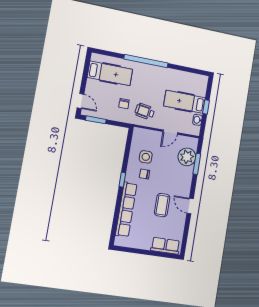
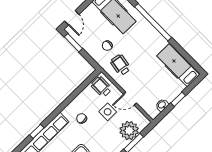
hospital bed: (185, 102) -> (178, 65), moved
wheelchair: (142, 139) -> (101, 87), added
side table: (146, 157) -> (108, 112), moved
window: (122, 180) -> (37, 131), moved

